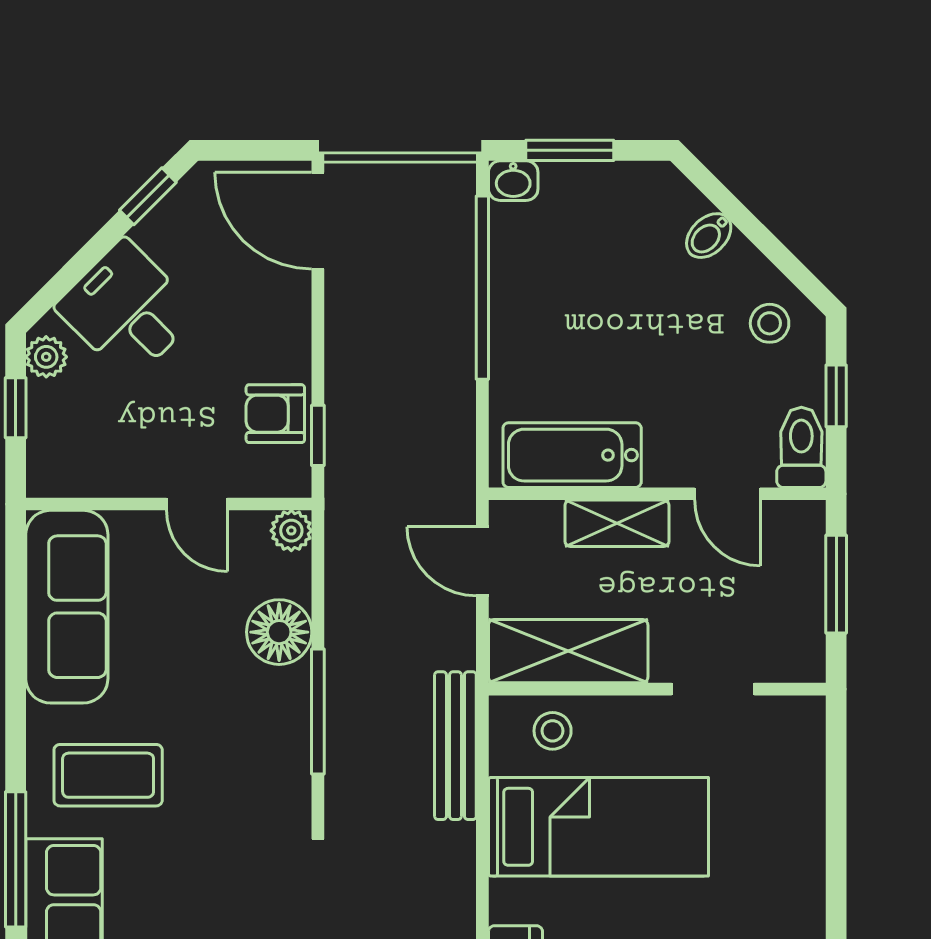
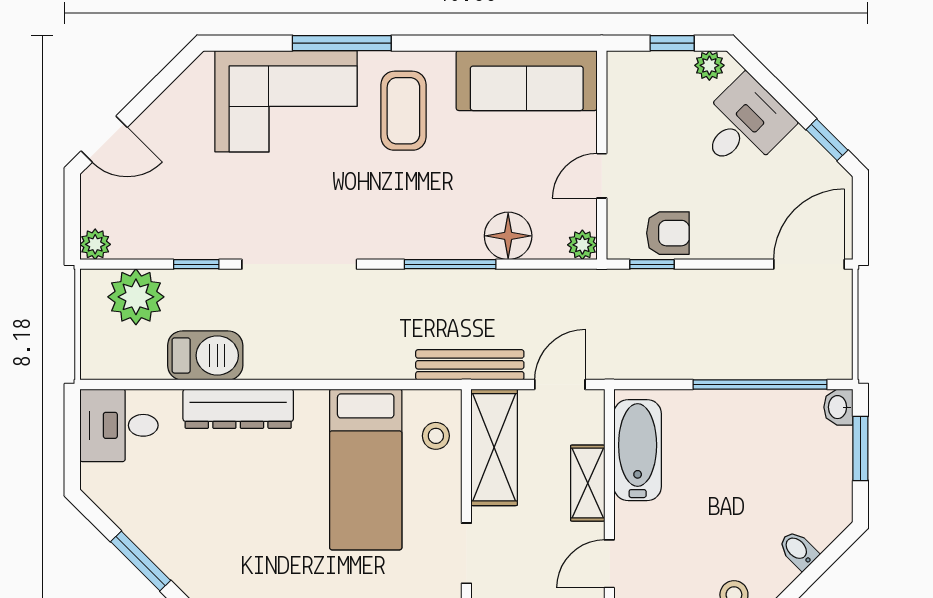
armchair: (275, 414) -> (668, 233), turned 90
bench: (455, 746) -> (470, 365), moved

